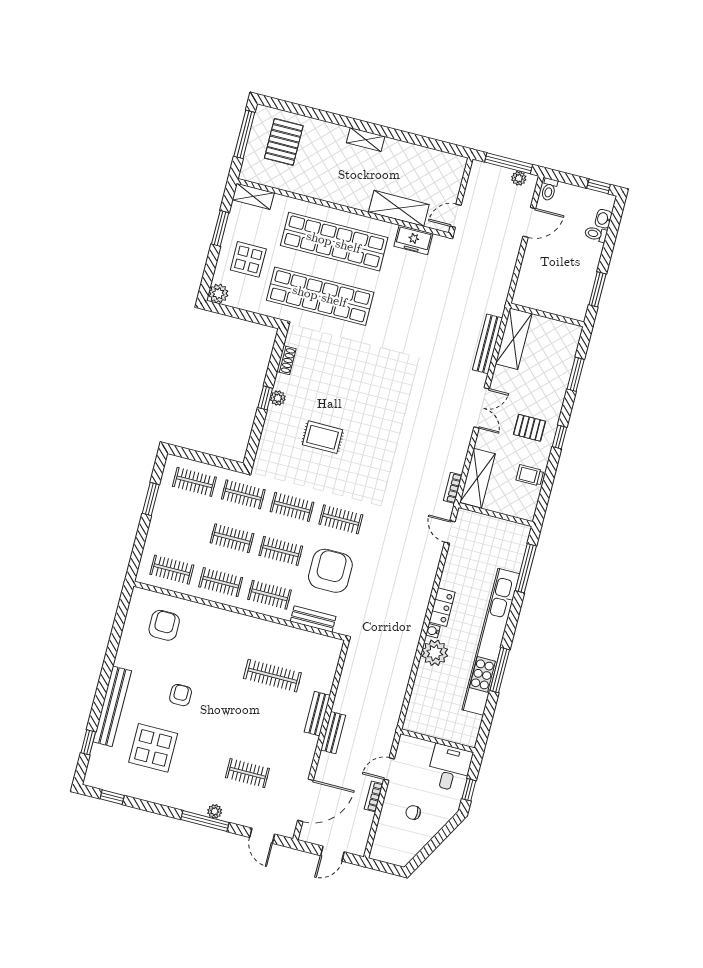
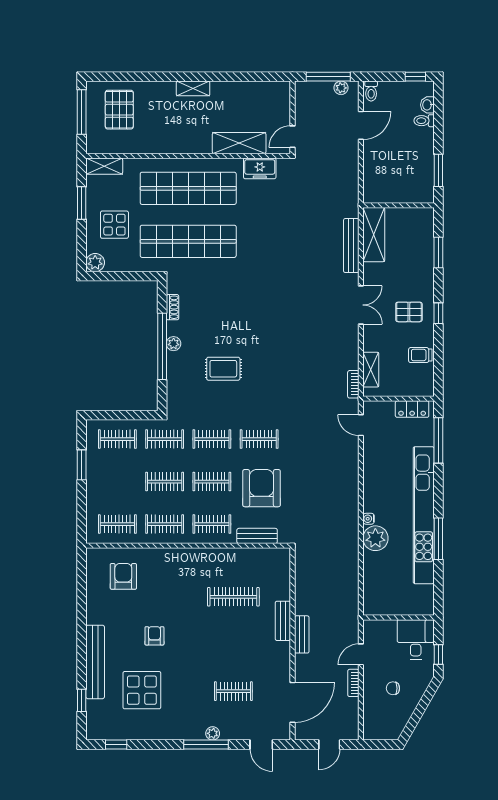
window: (265, 398) -> (162, 346), width x3.17
shelving: (478, 478) -> (371, 370), width x0.67, depth x0.75
locker: (442, 607) -> (412, 409), moved, turned 90

